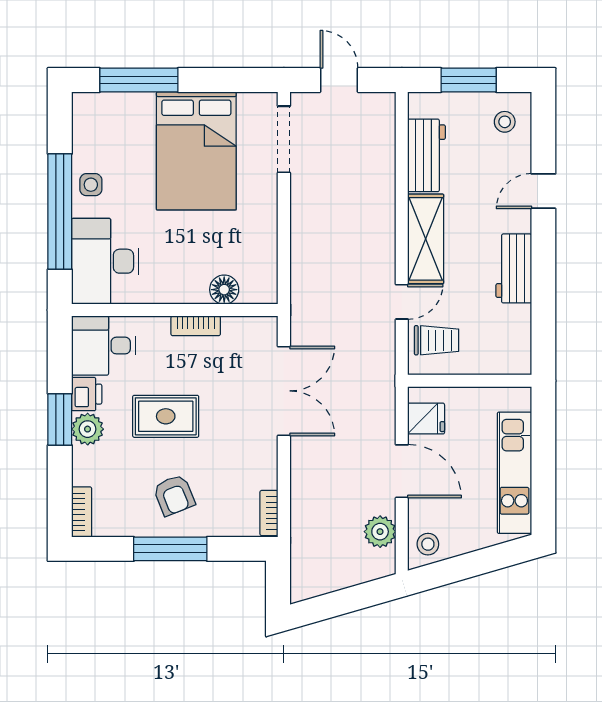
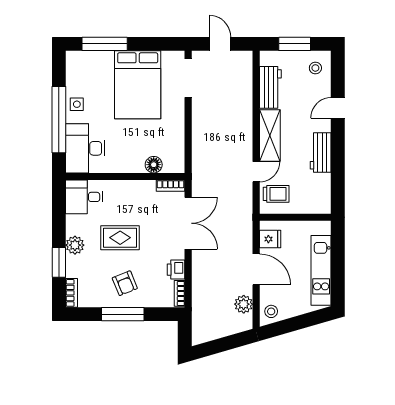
bookcase: (196, 326) -> (171, 186), moved
printer: (87, 394) -> (176, 270), moved, turned 180
window: (60, 419) -> (59, 262), moved

